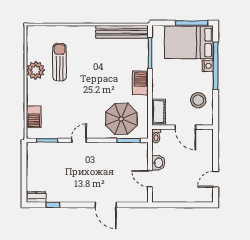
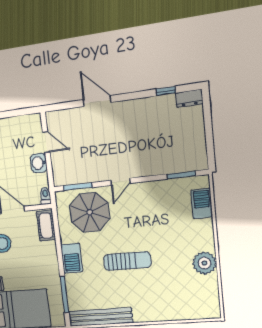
sun lounger: (60, 62) -> (127, 261), moved, turned -90
door: (79, 140) -> (120, 182), moved

